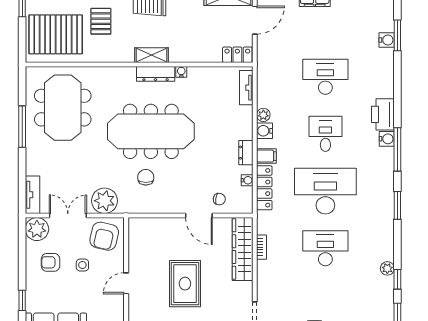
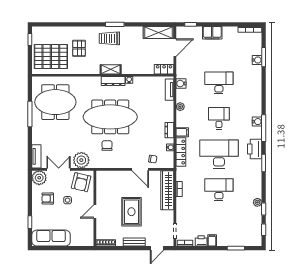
meeting table: (63, 108) -> (55, 102), turned 90
printer: (383, 114) -> (255, 149), moved
water cooler: (265, 131) -> (181, 84), moved

